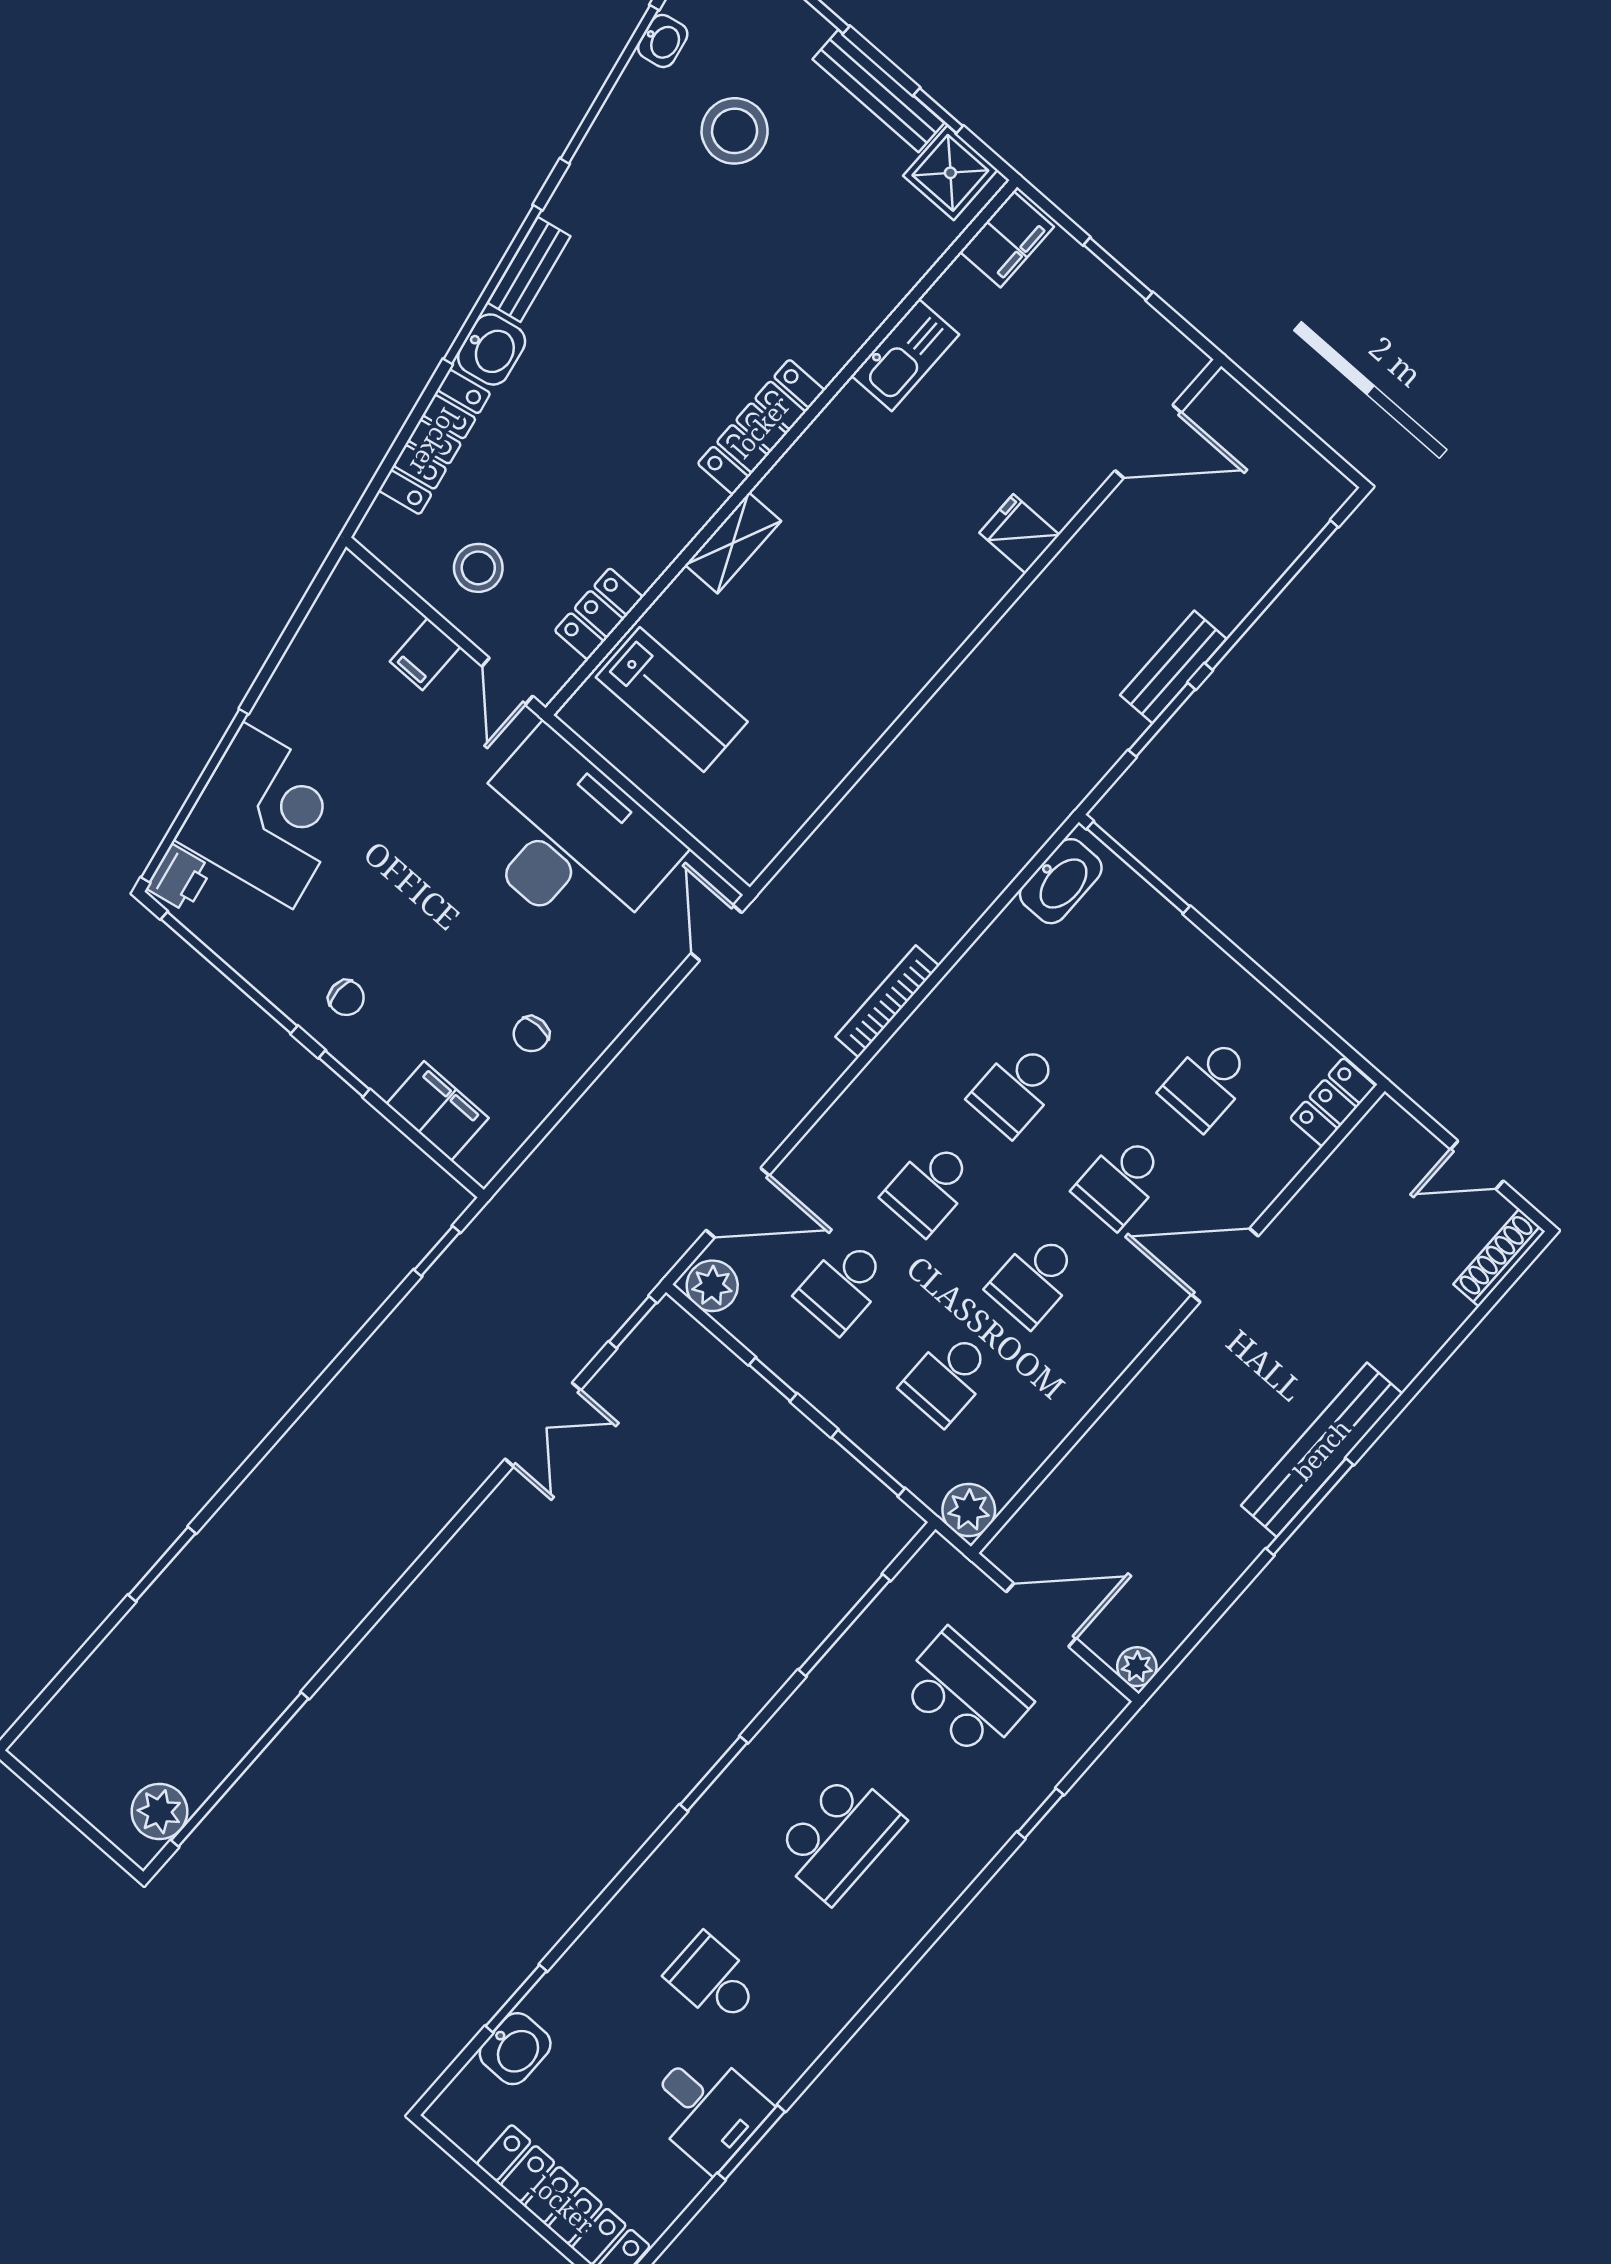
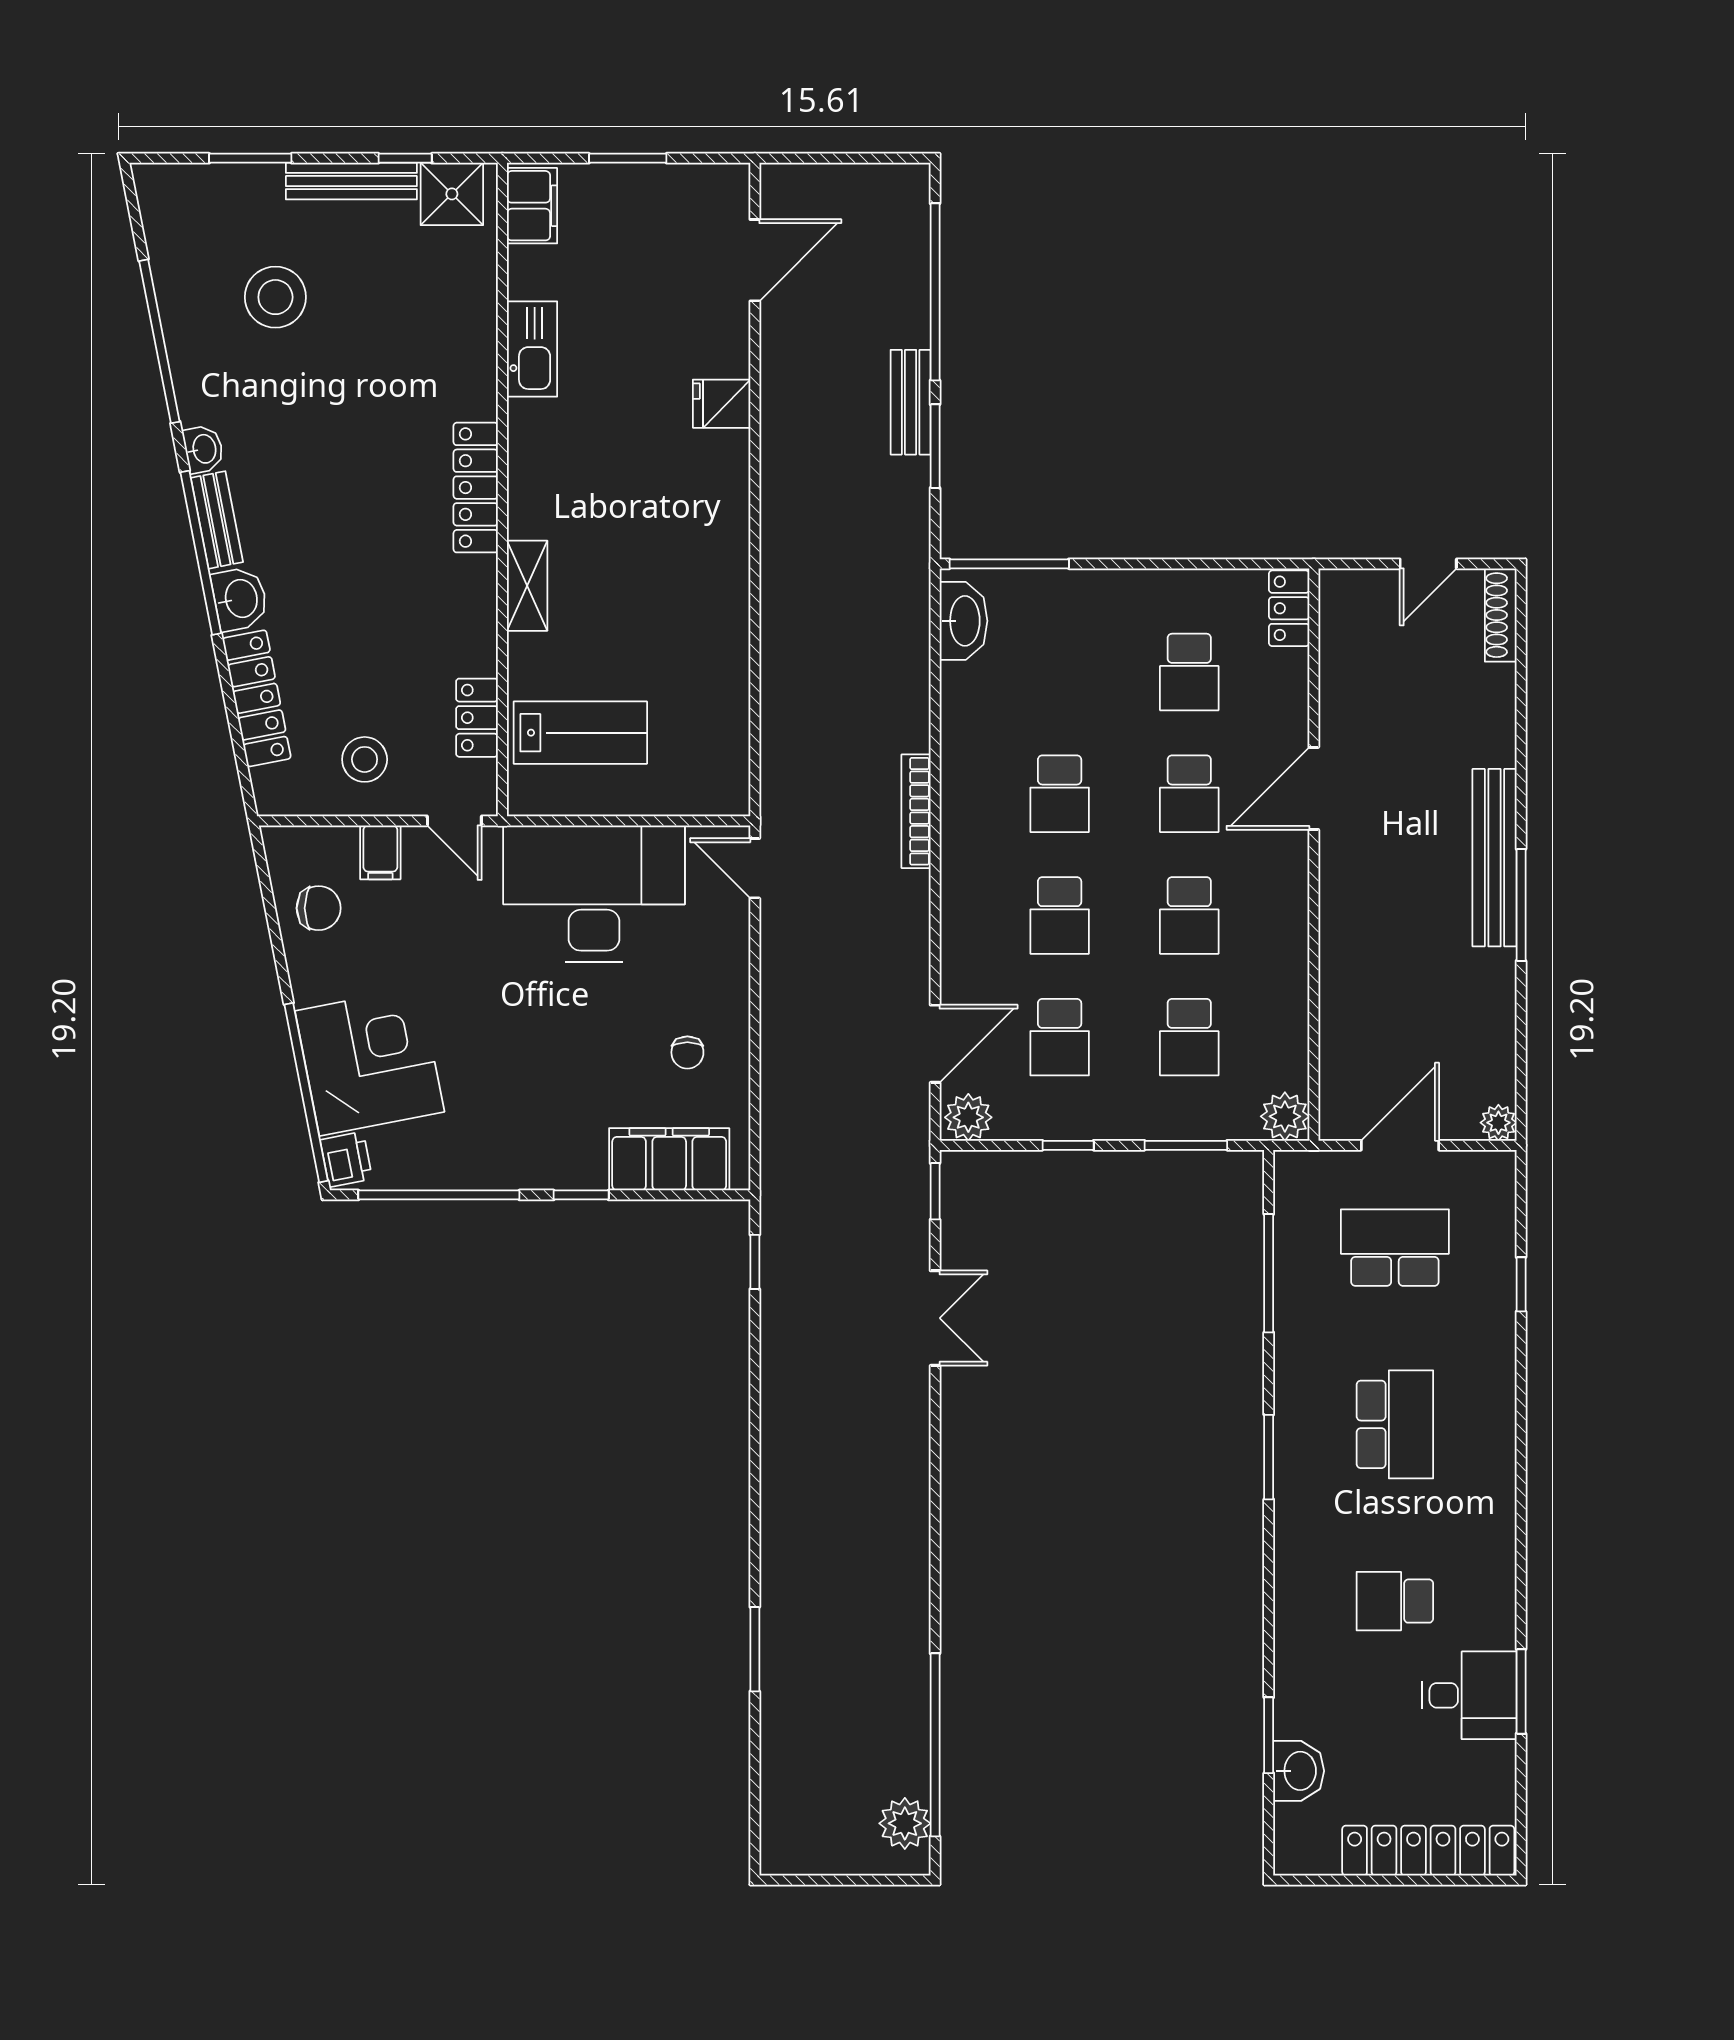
washbasin: (663, 41) -> (203, 449), moved
chair: (346, 998) -> (319, 908), moved, width x1.37, depth x1.37
filing cabinet: (437, 1111) -> (669, 1159), width x1.50, depth x1.17

